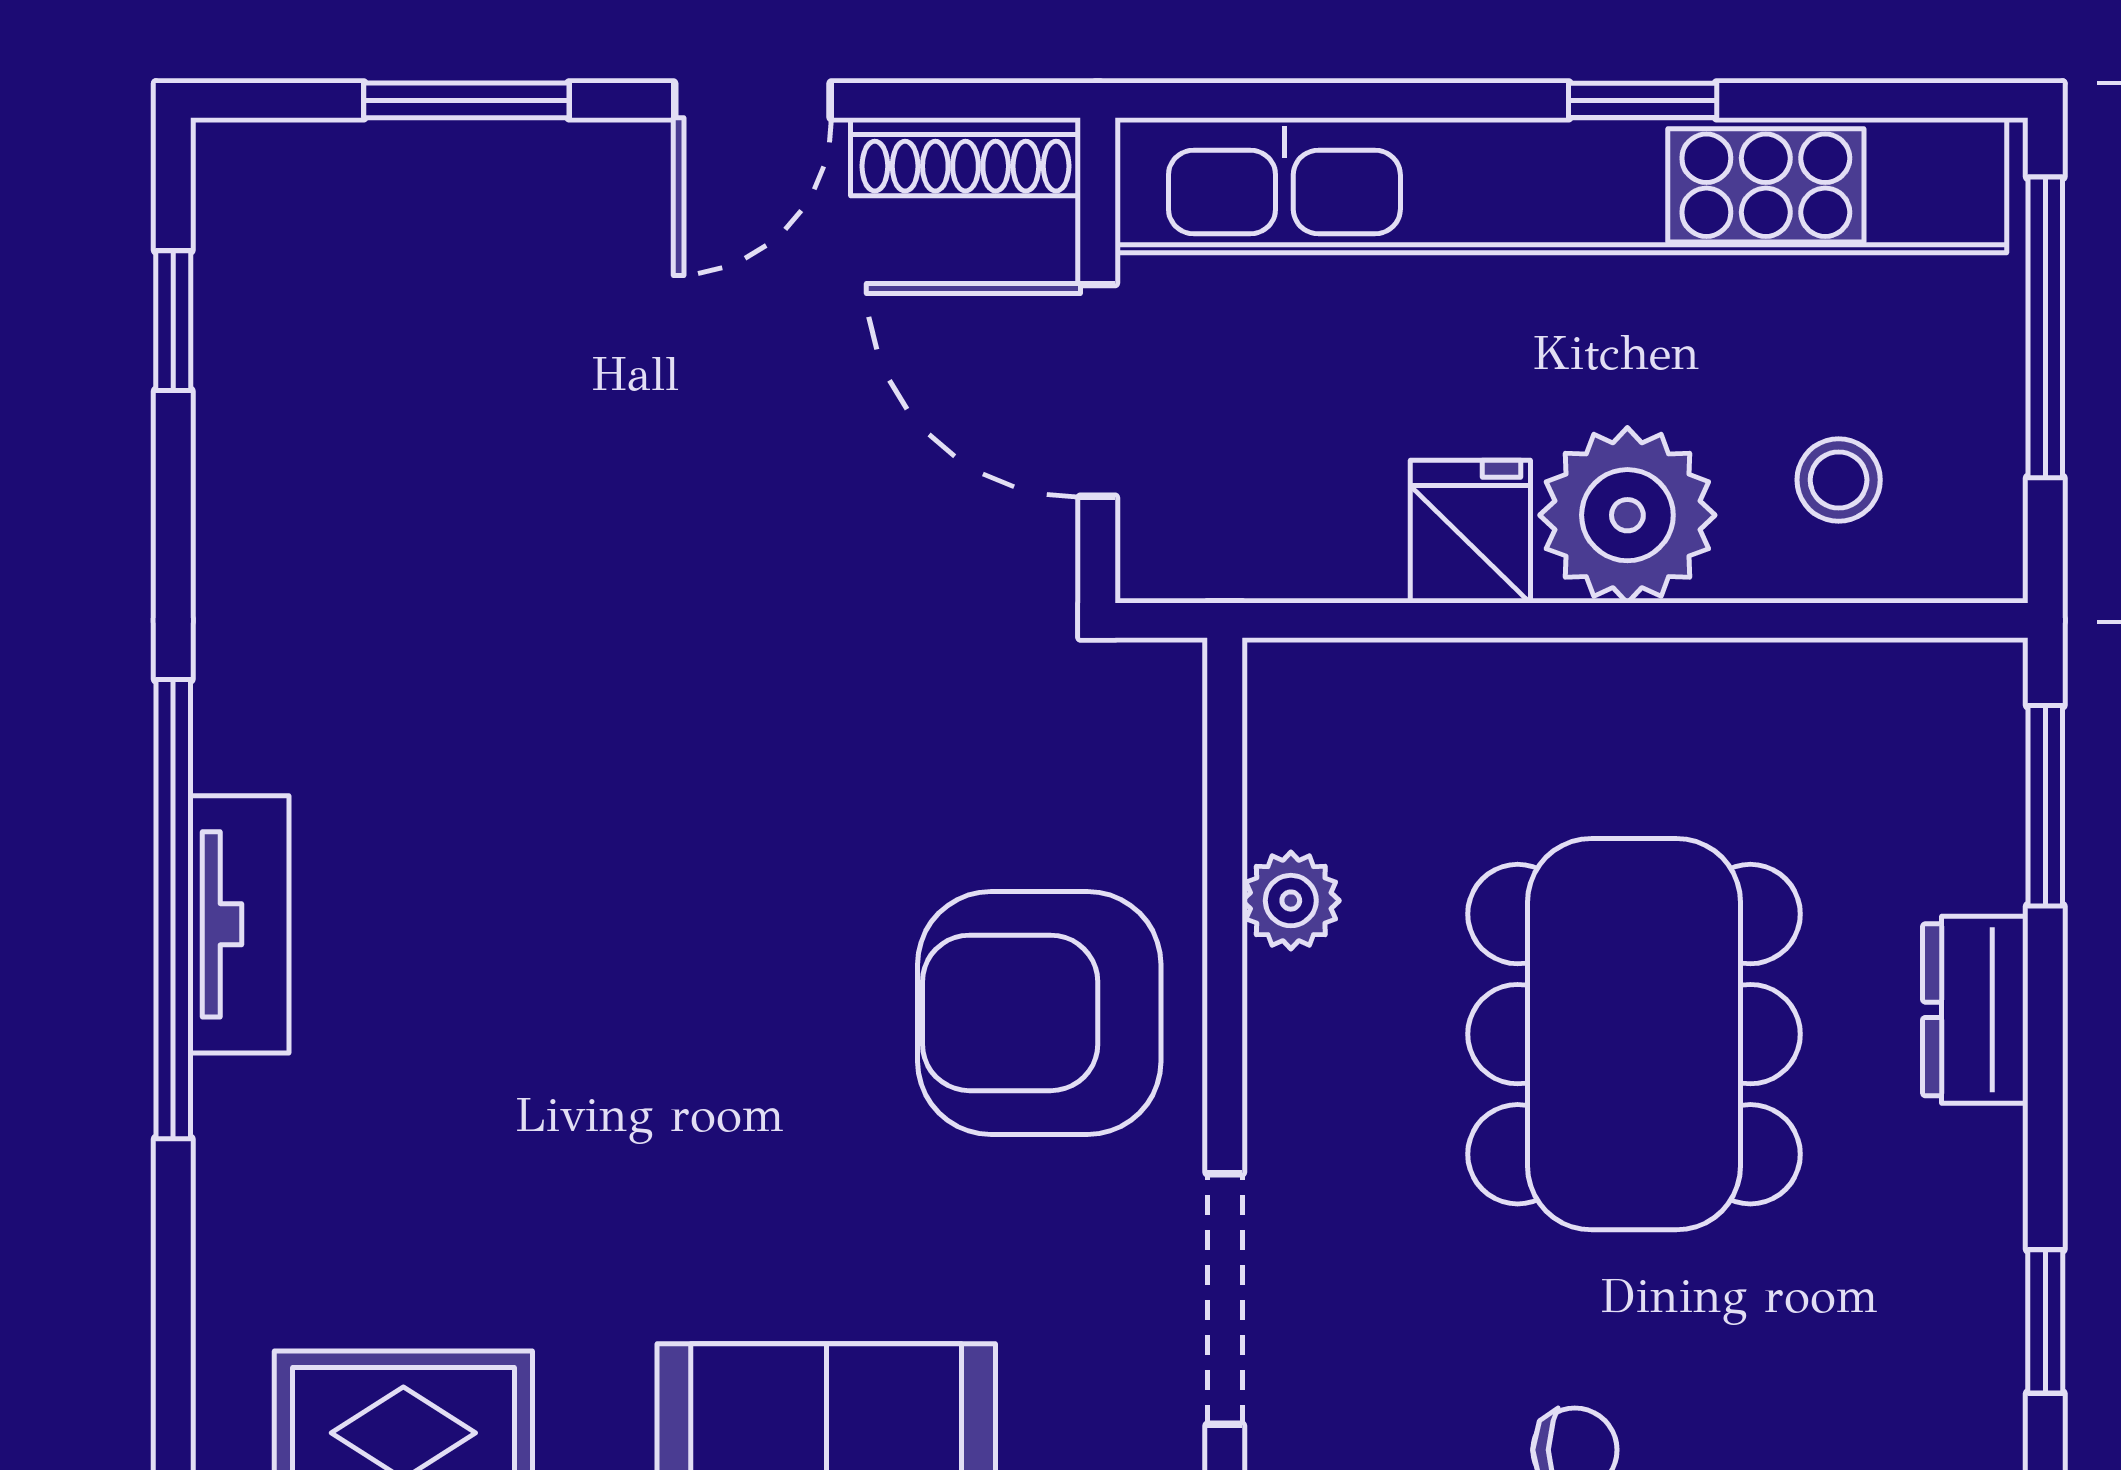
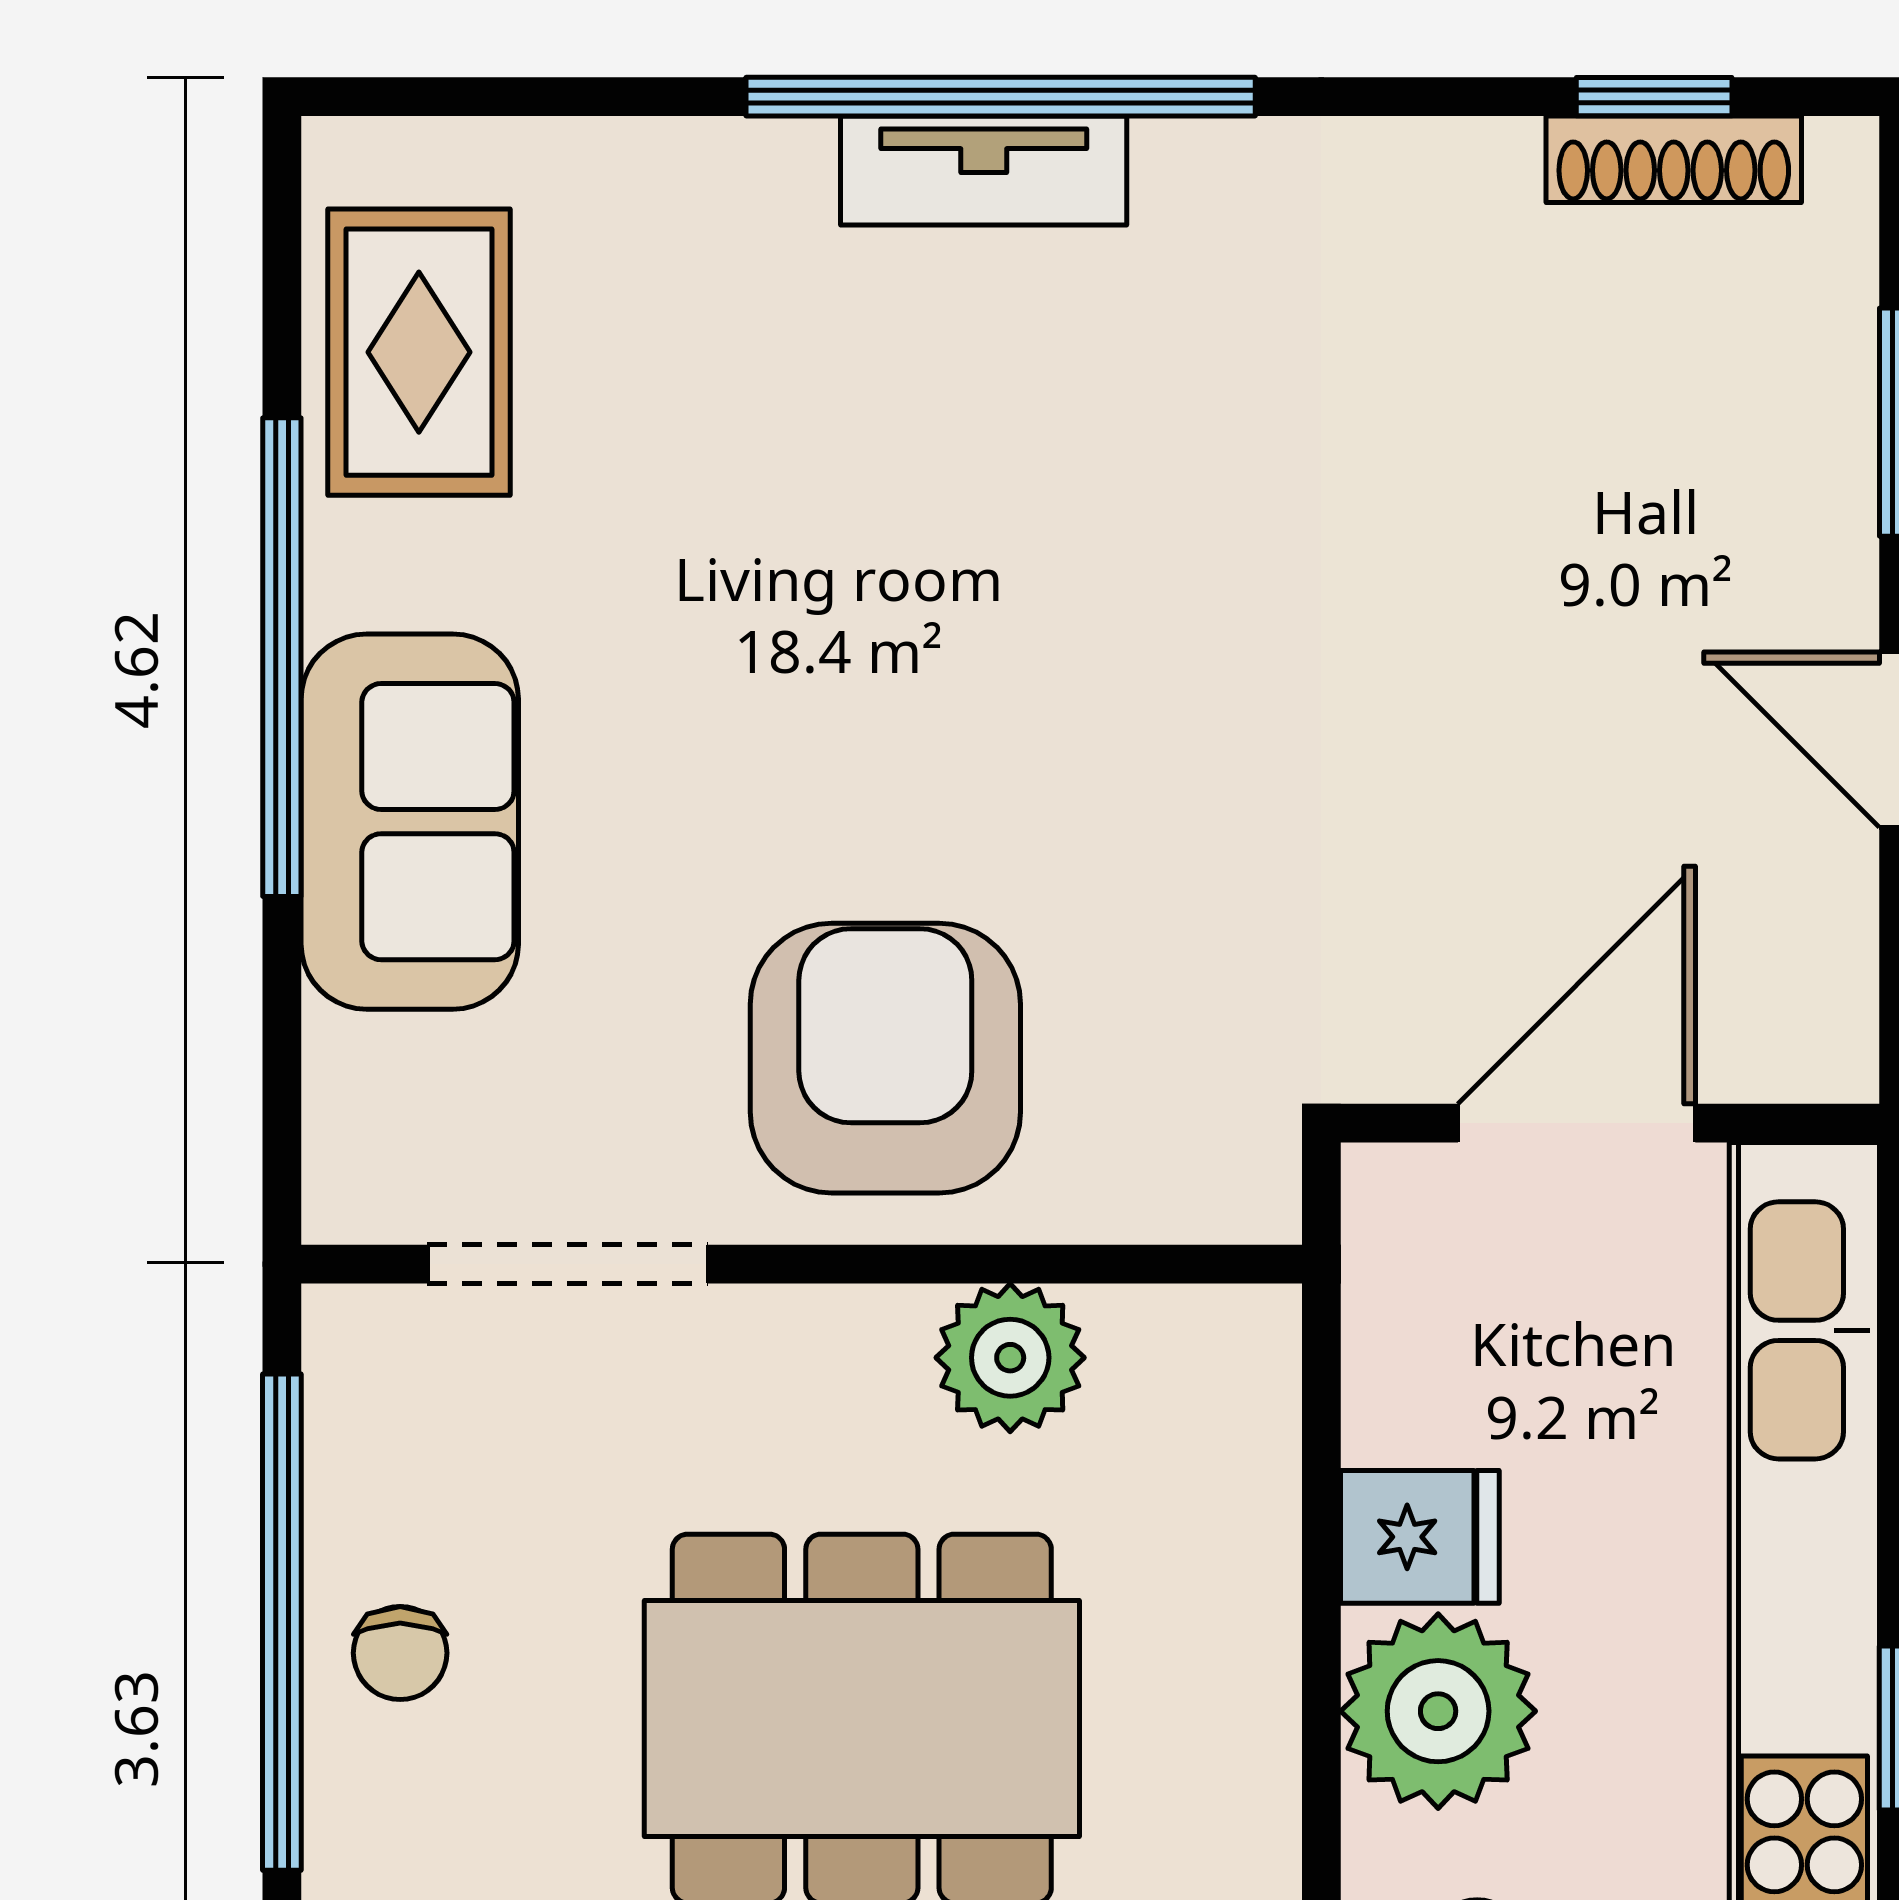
shoe rack: (965, 157) -> (1674, 159), moved, turned -90
plant: (1291, 901) -> (1010, 1358), width x1.38, depth x1.38

